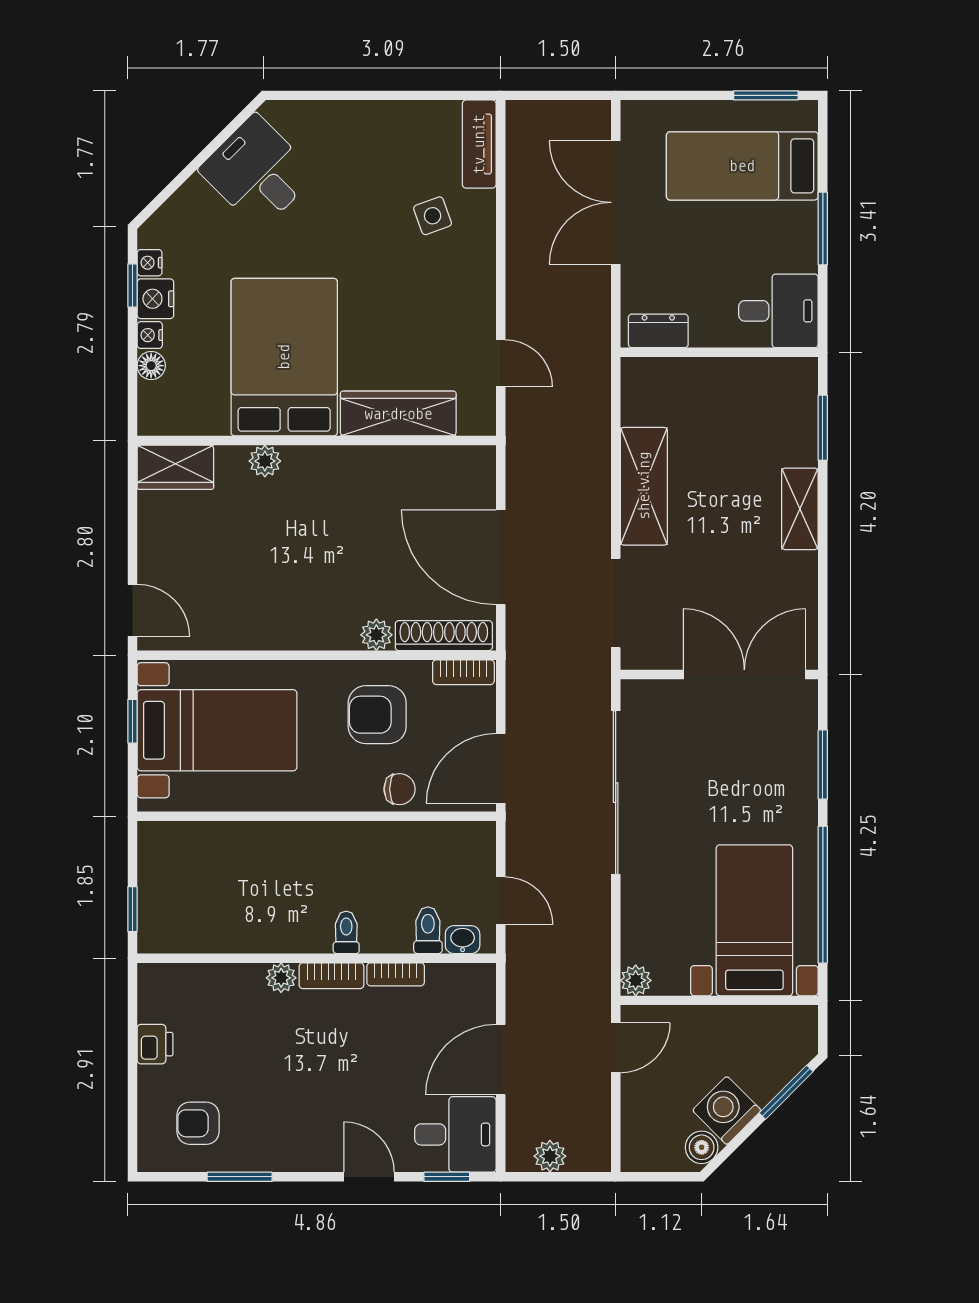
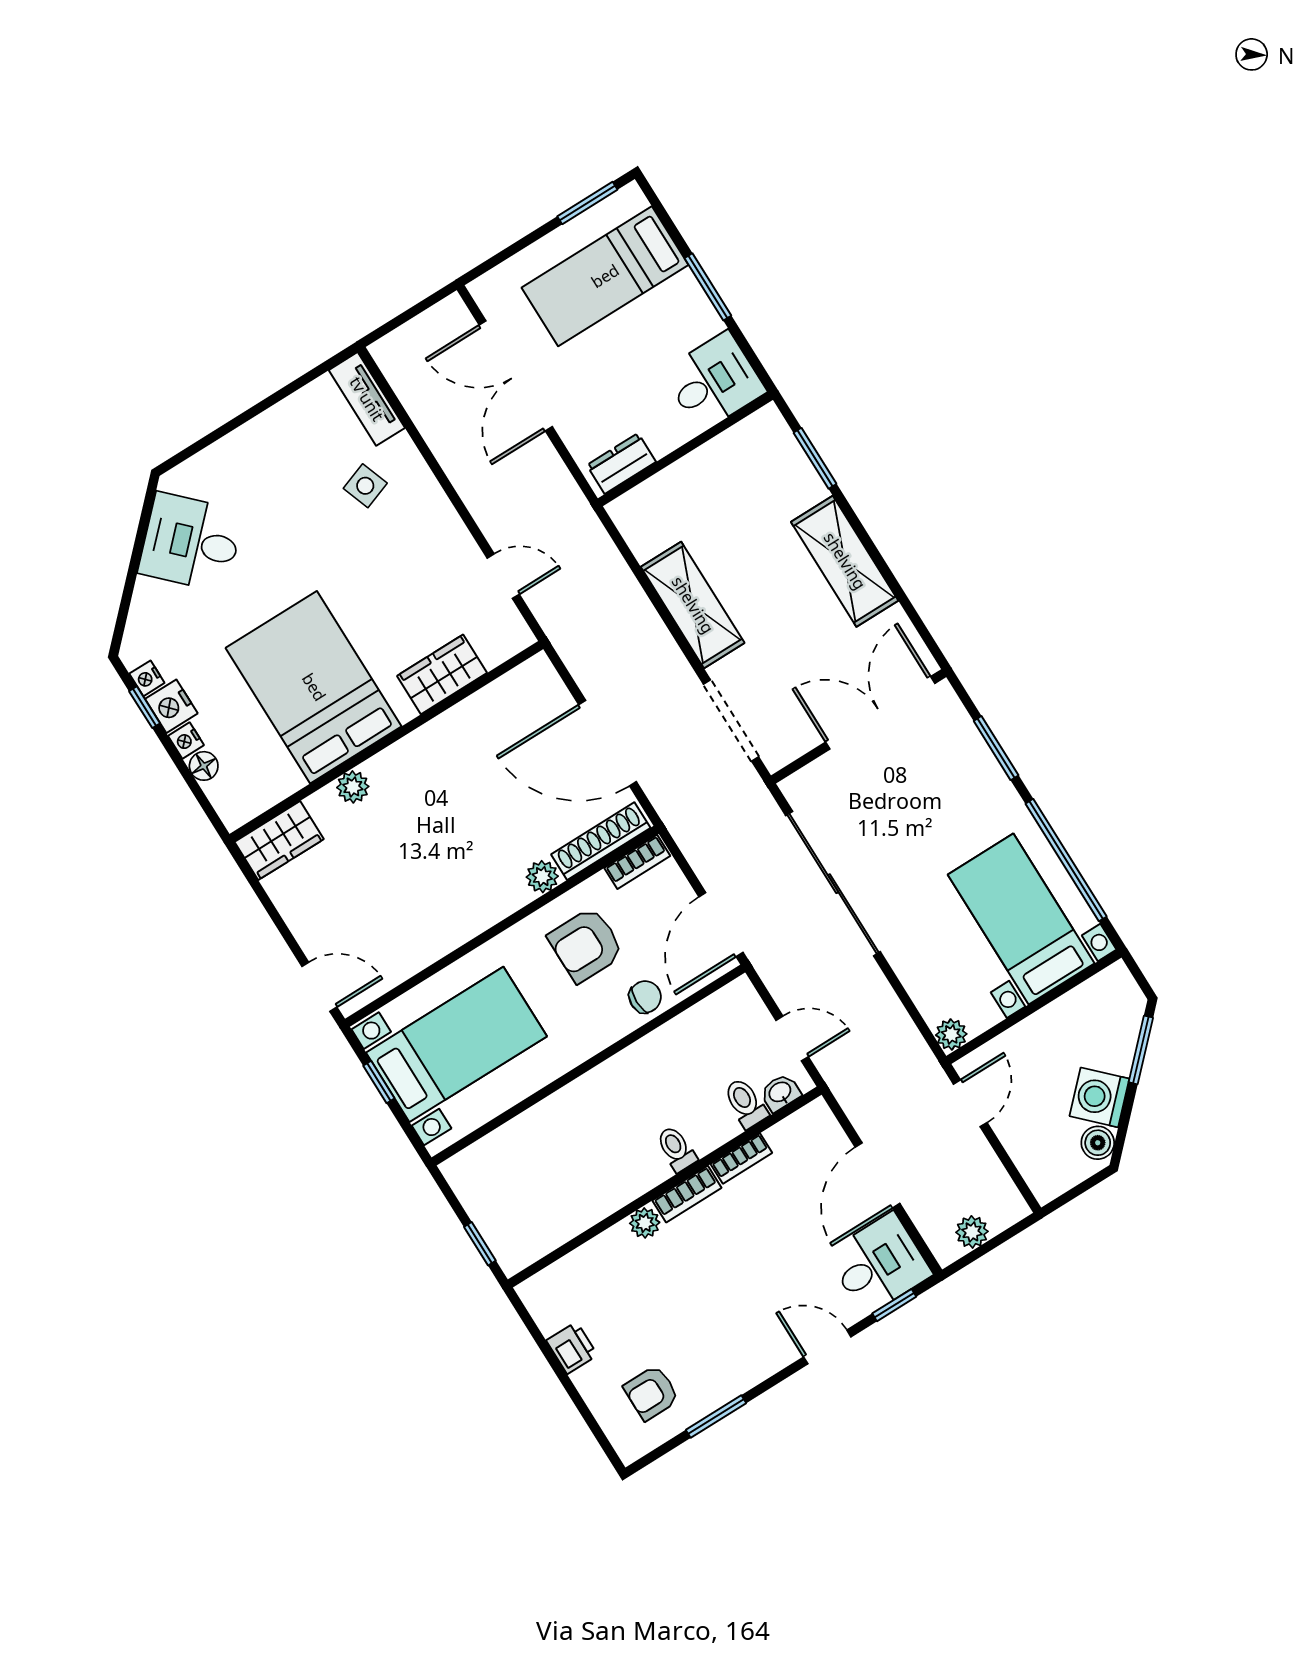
wardrobe: (398, 414) -> (442, 674), width x0.67
shelving: (800, 509) -> (845, 561), width x1.50, depth x1.33

